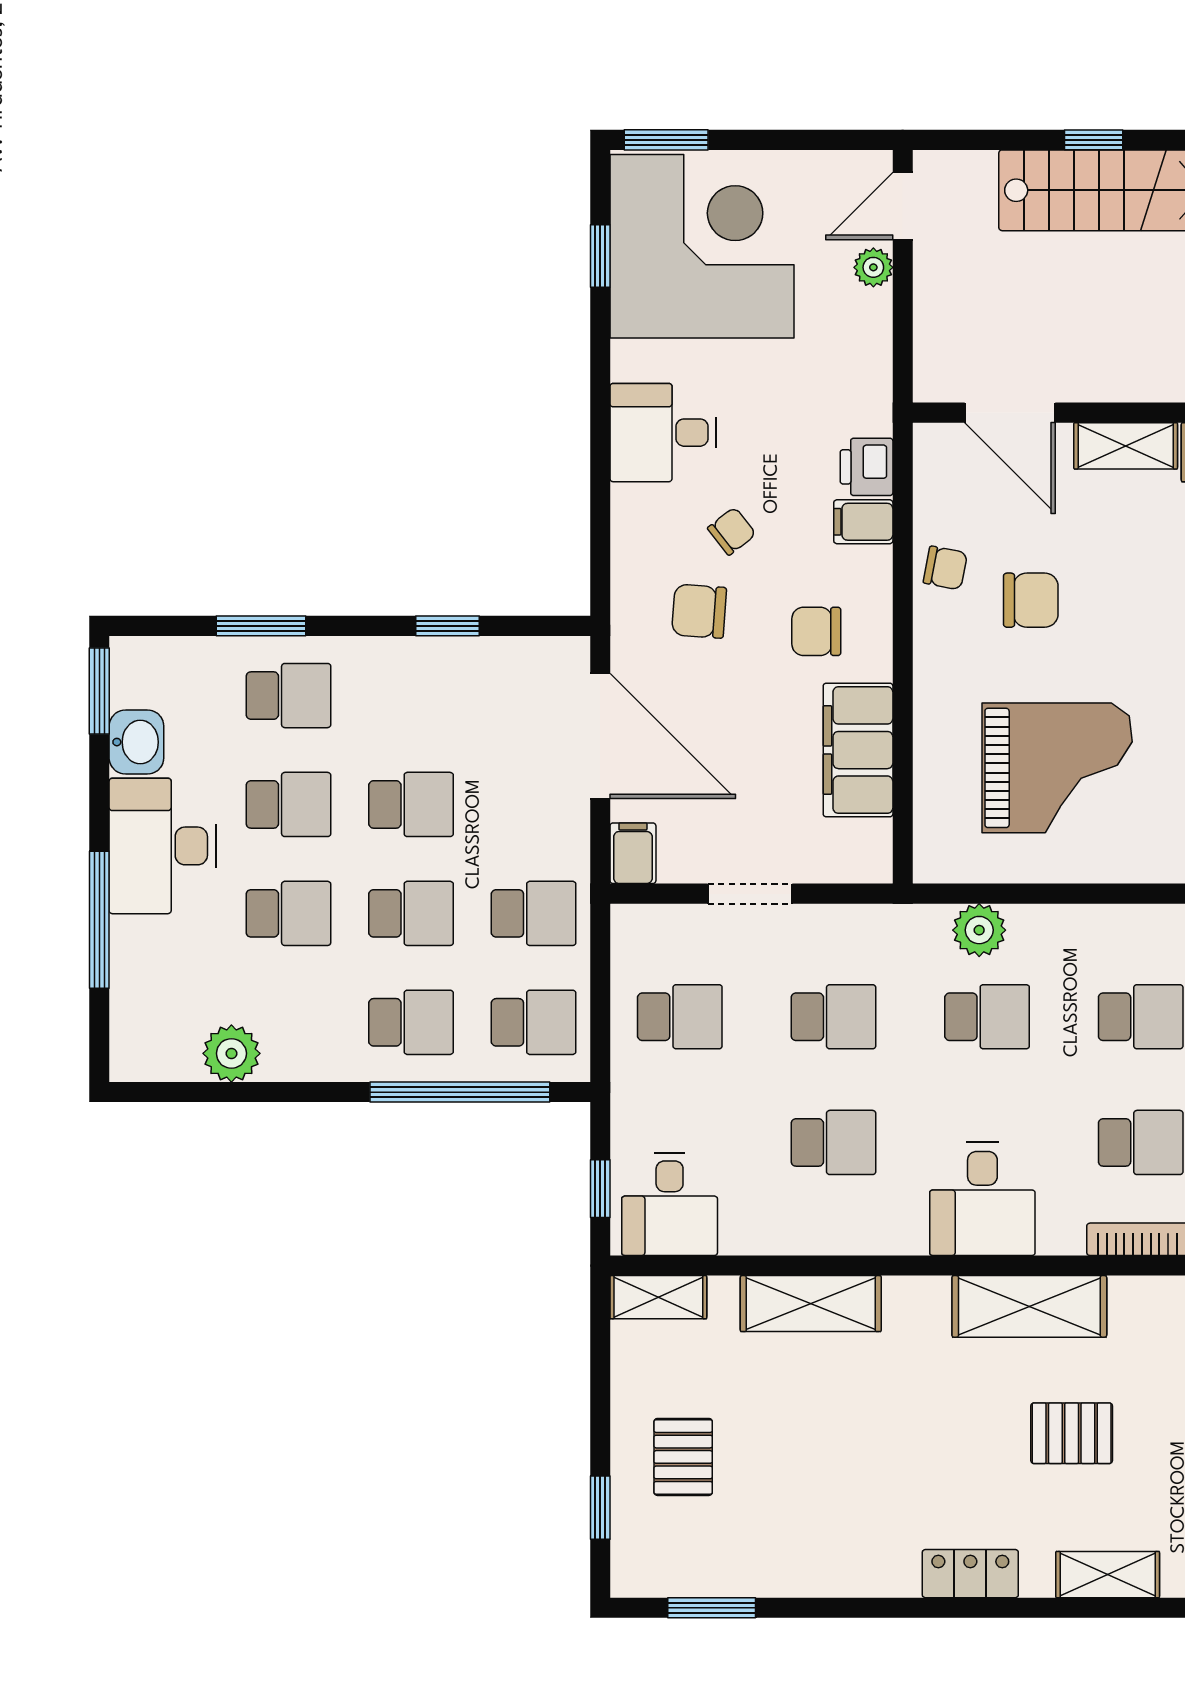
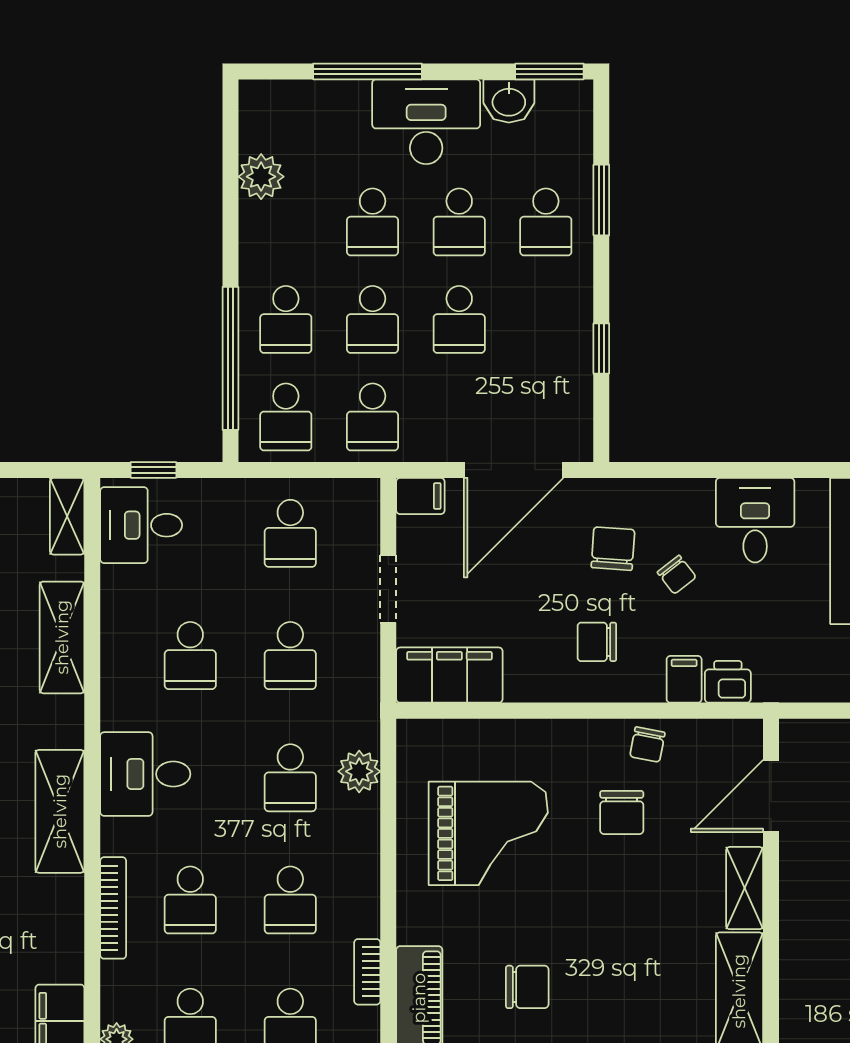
chair: (816, 631) -> (597, 642), turned -90
filing cabinet: (858, 750) -> (449, 675), moved
grand piano: (1057, 768) -> (488, 833), turned -90

